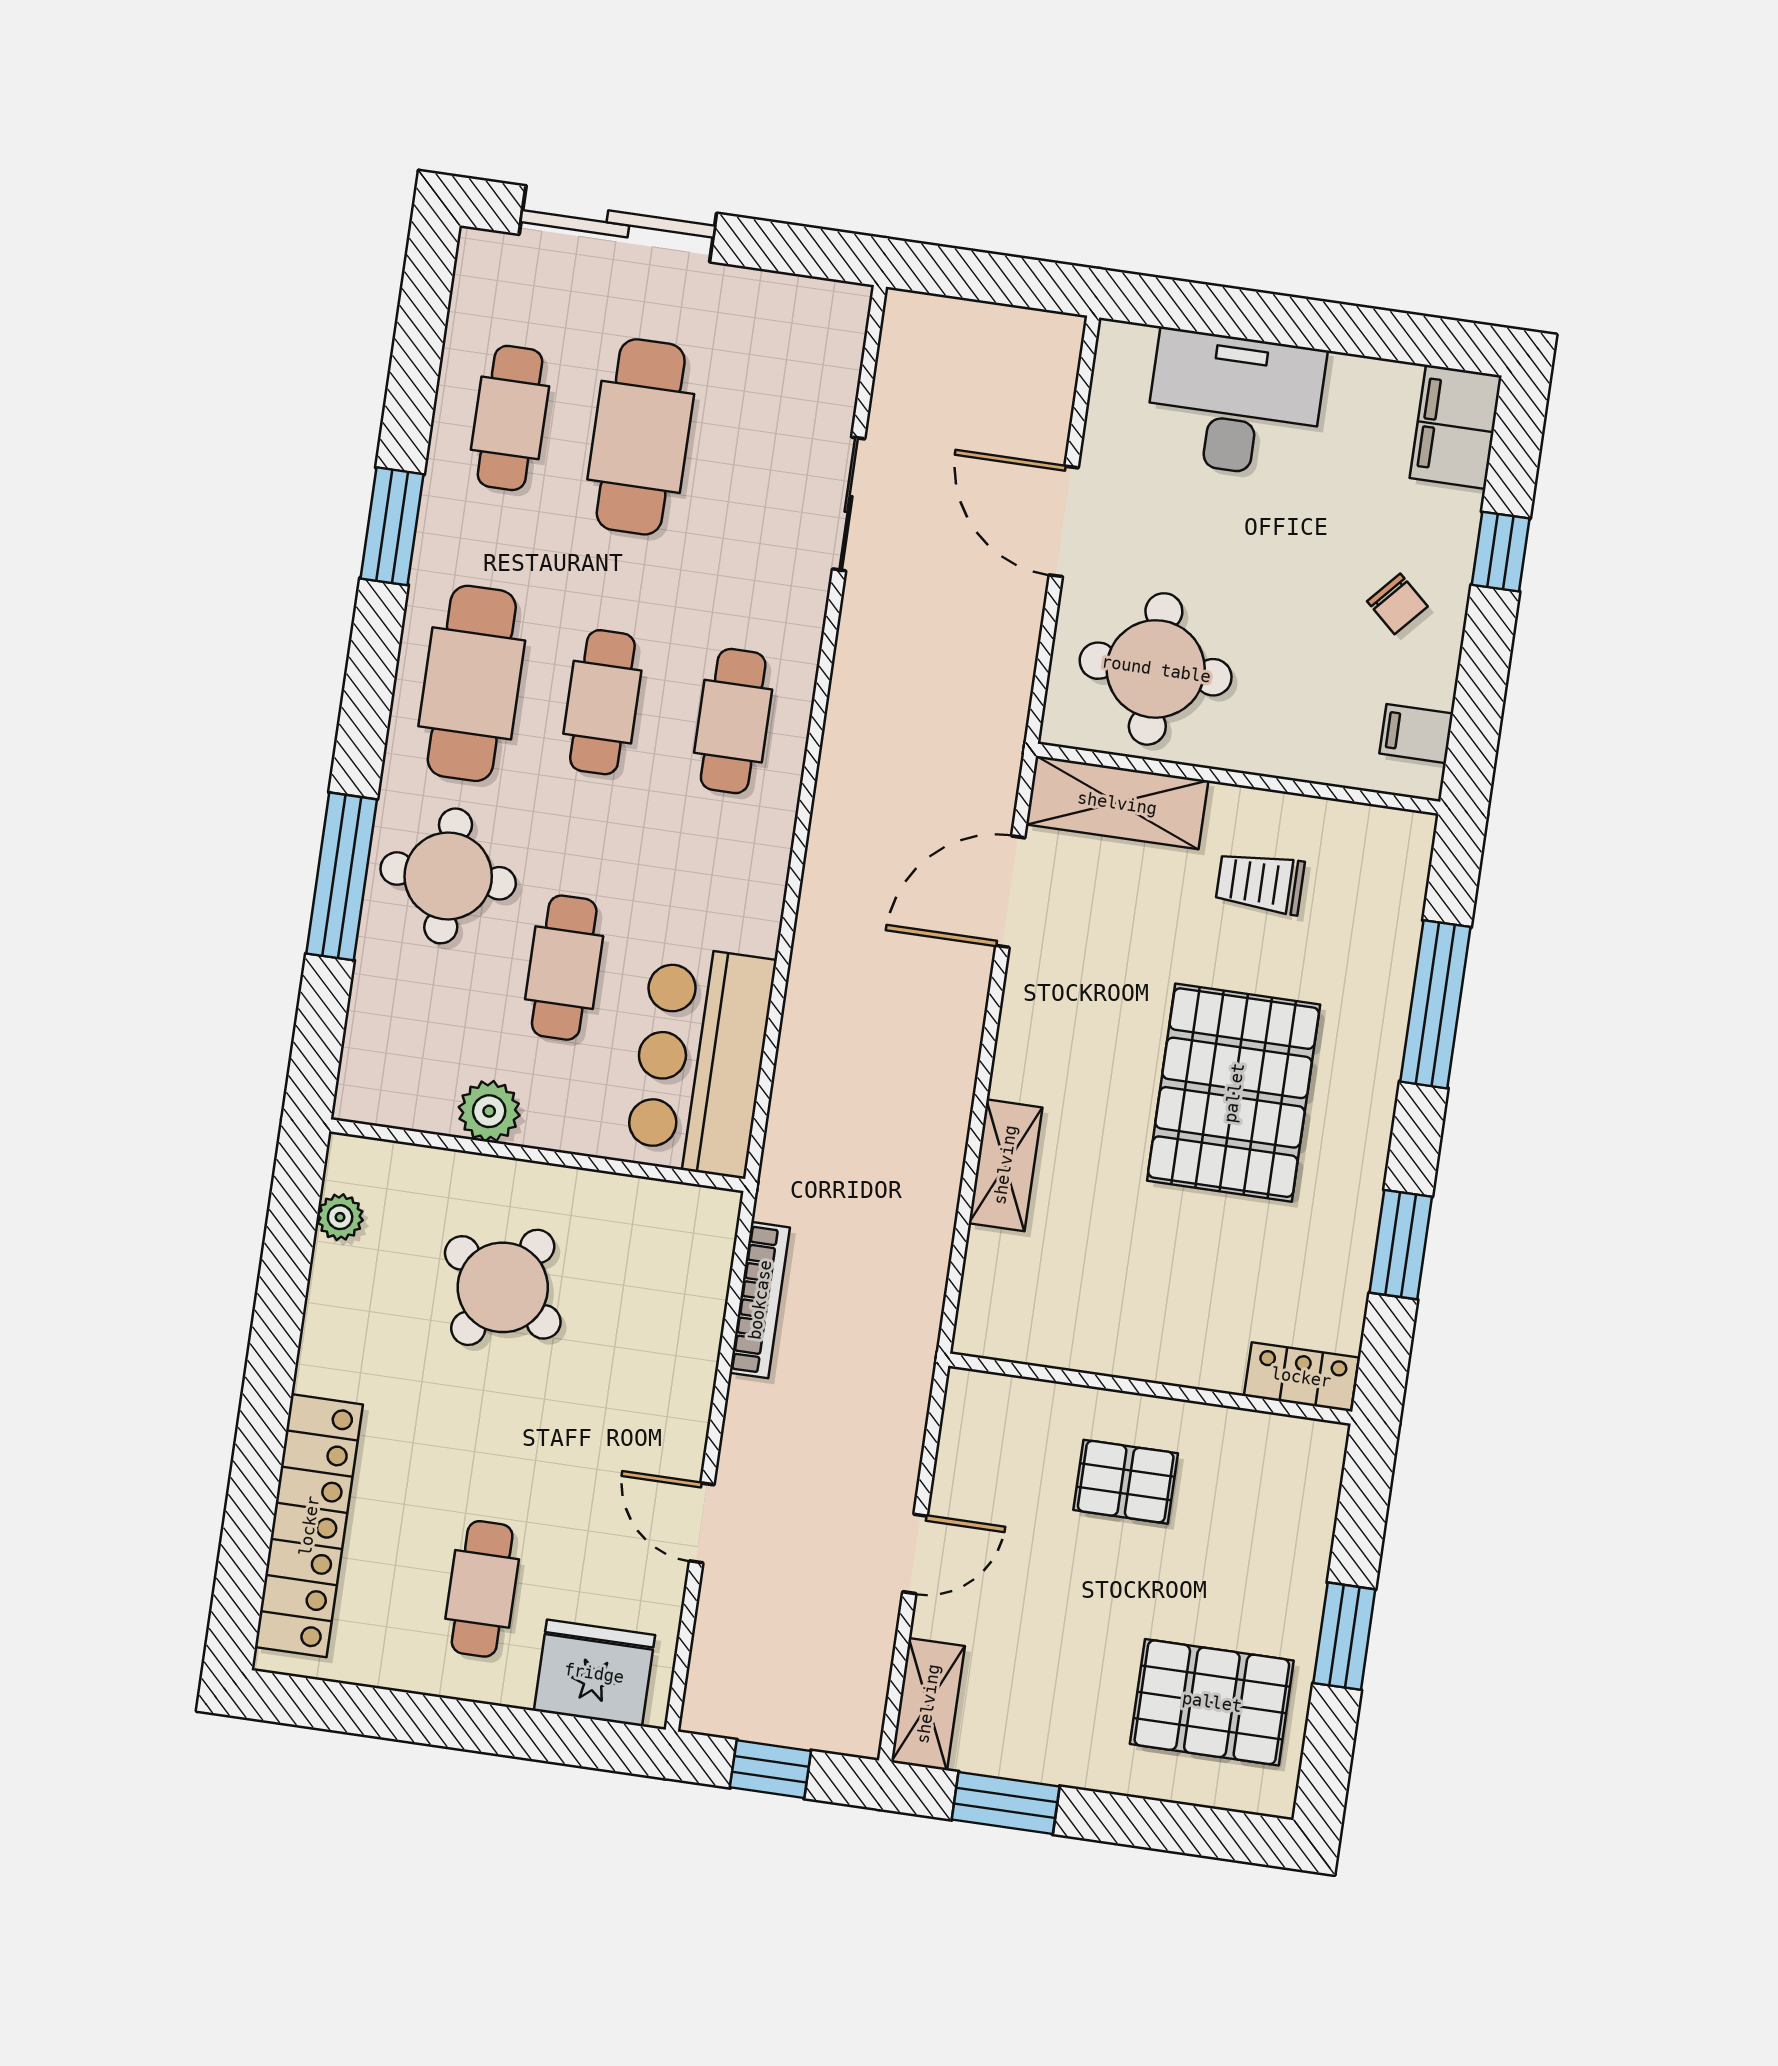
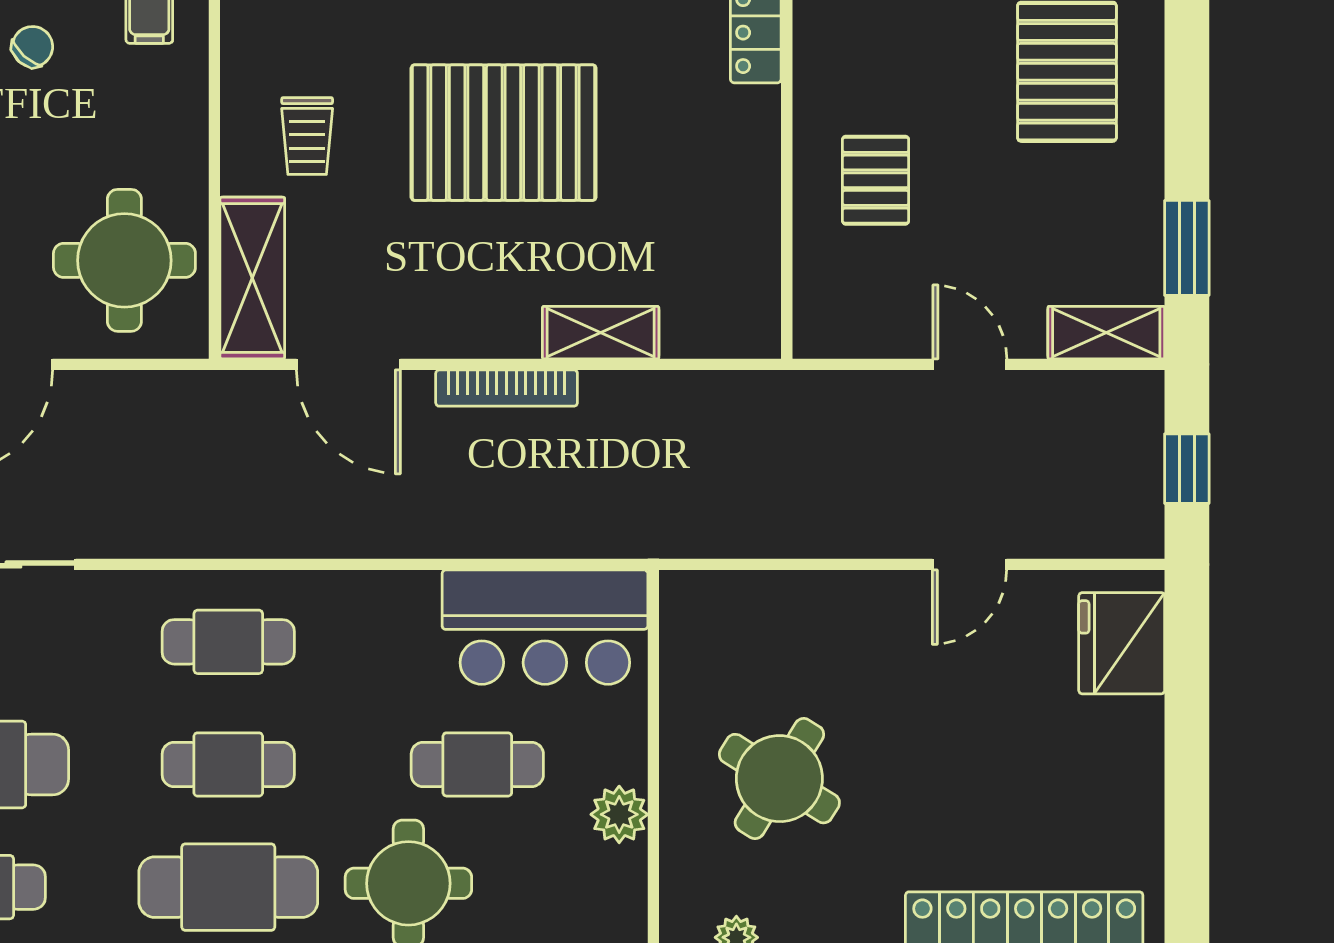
bookcase: (760, 1300) -> (507, 388), moved, turned 180
cafe table: (482, 1589) -> (1059, 758), removed

